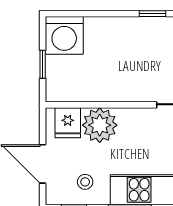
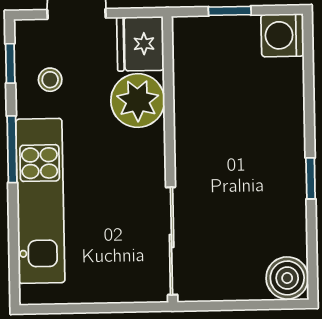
washing machine: (64, 35) -> (282, 35), width x0.73, depth x0.73
fridge: (68, 123) -> (140, 44), width x1.38

